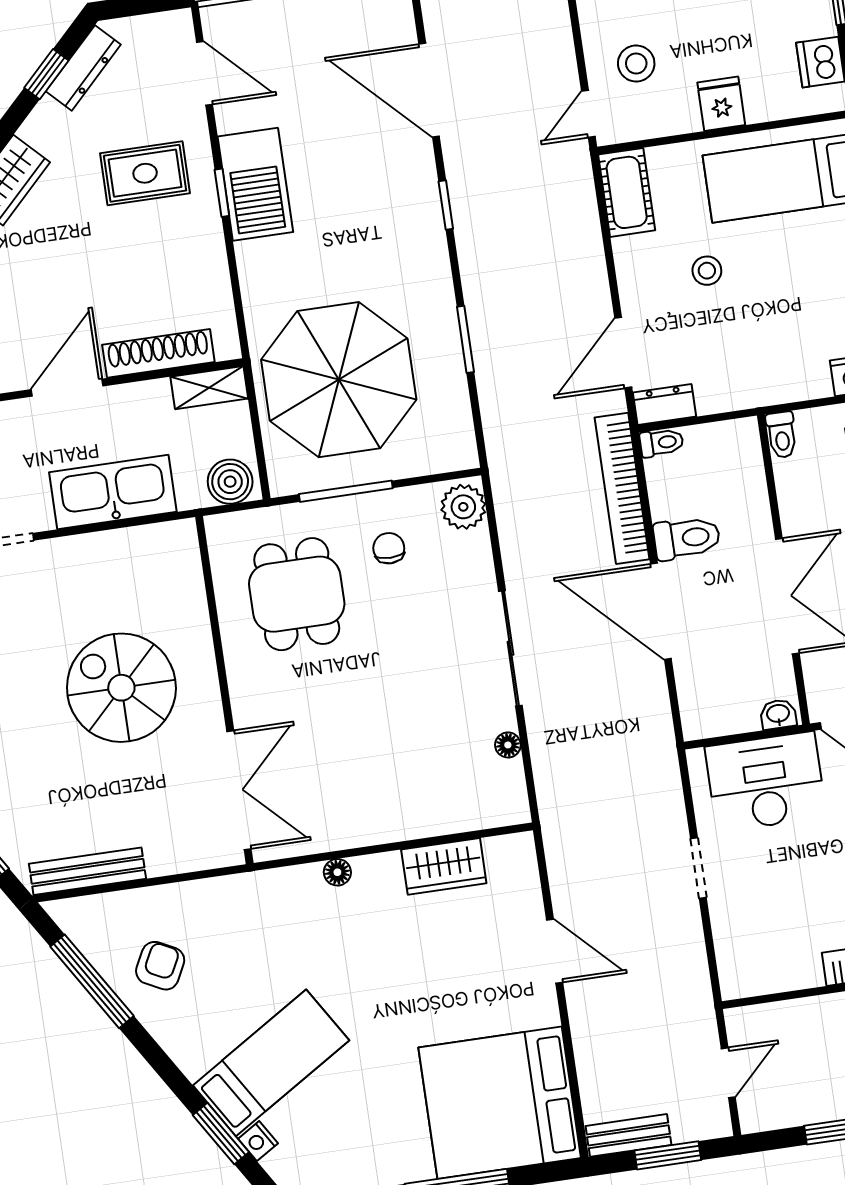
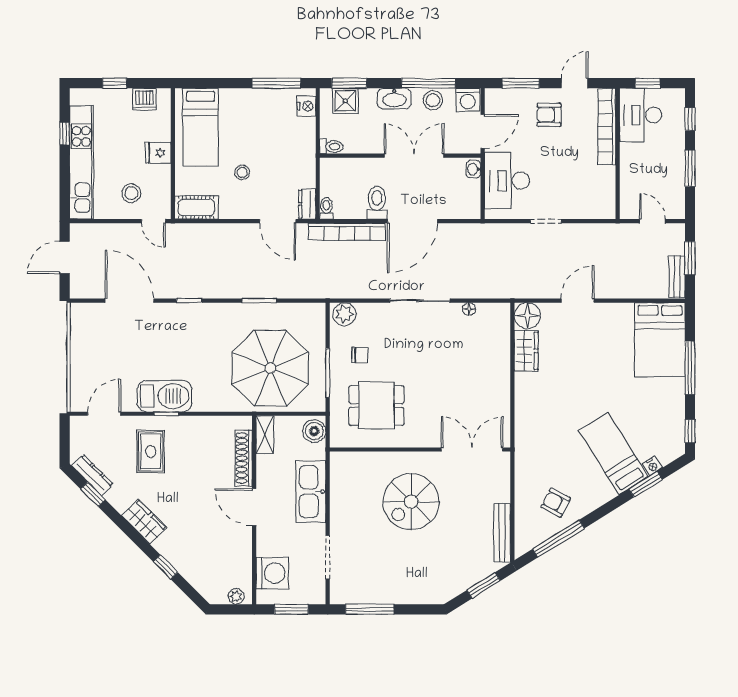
door: (429, 90) -> (130, 301), swing flipped
chair: (389, 548) -> (360, 355), turned 180
floor lamp: (337, 872) -> (527, 316), moved, width x1.89, depth x1.89
bed: (500, 1103) -> (660, 340), width x0.73

